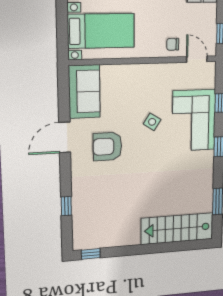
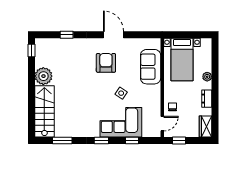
sofa: (84, 92) -> (151, 67), moved, turned 90
plant: (127, 234) -> (43, 76), added

